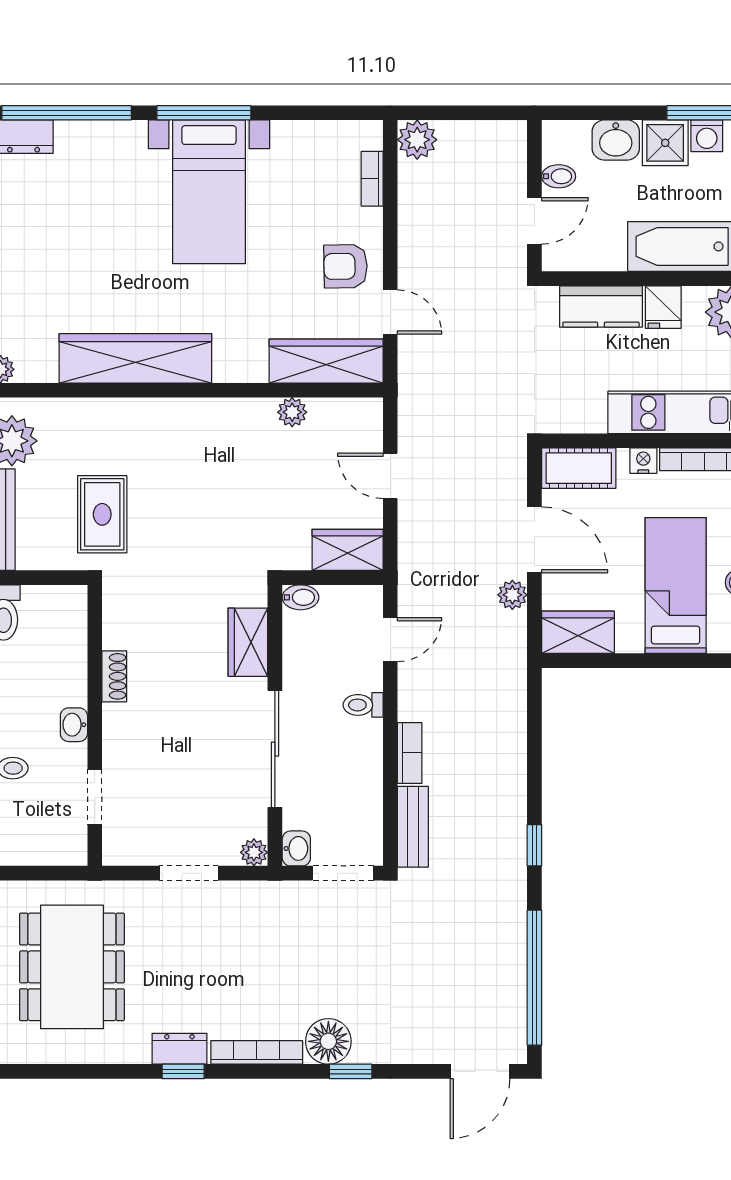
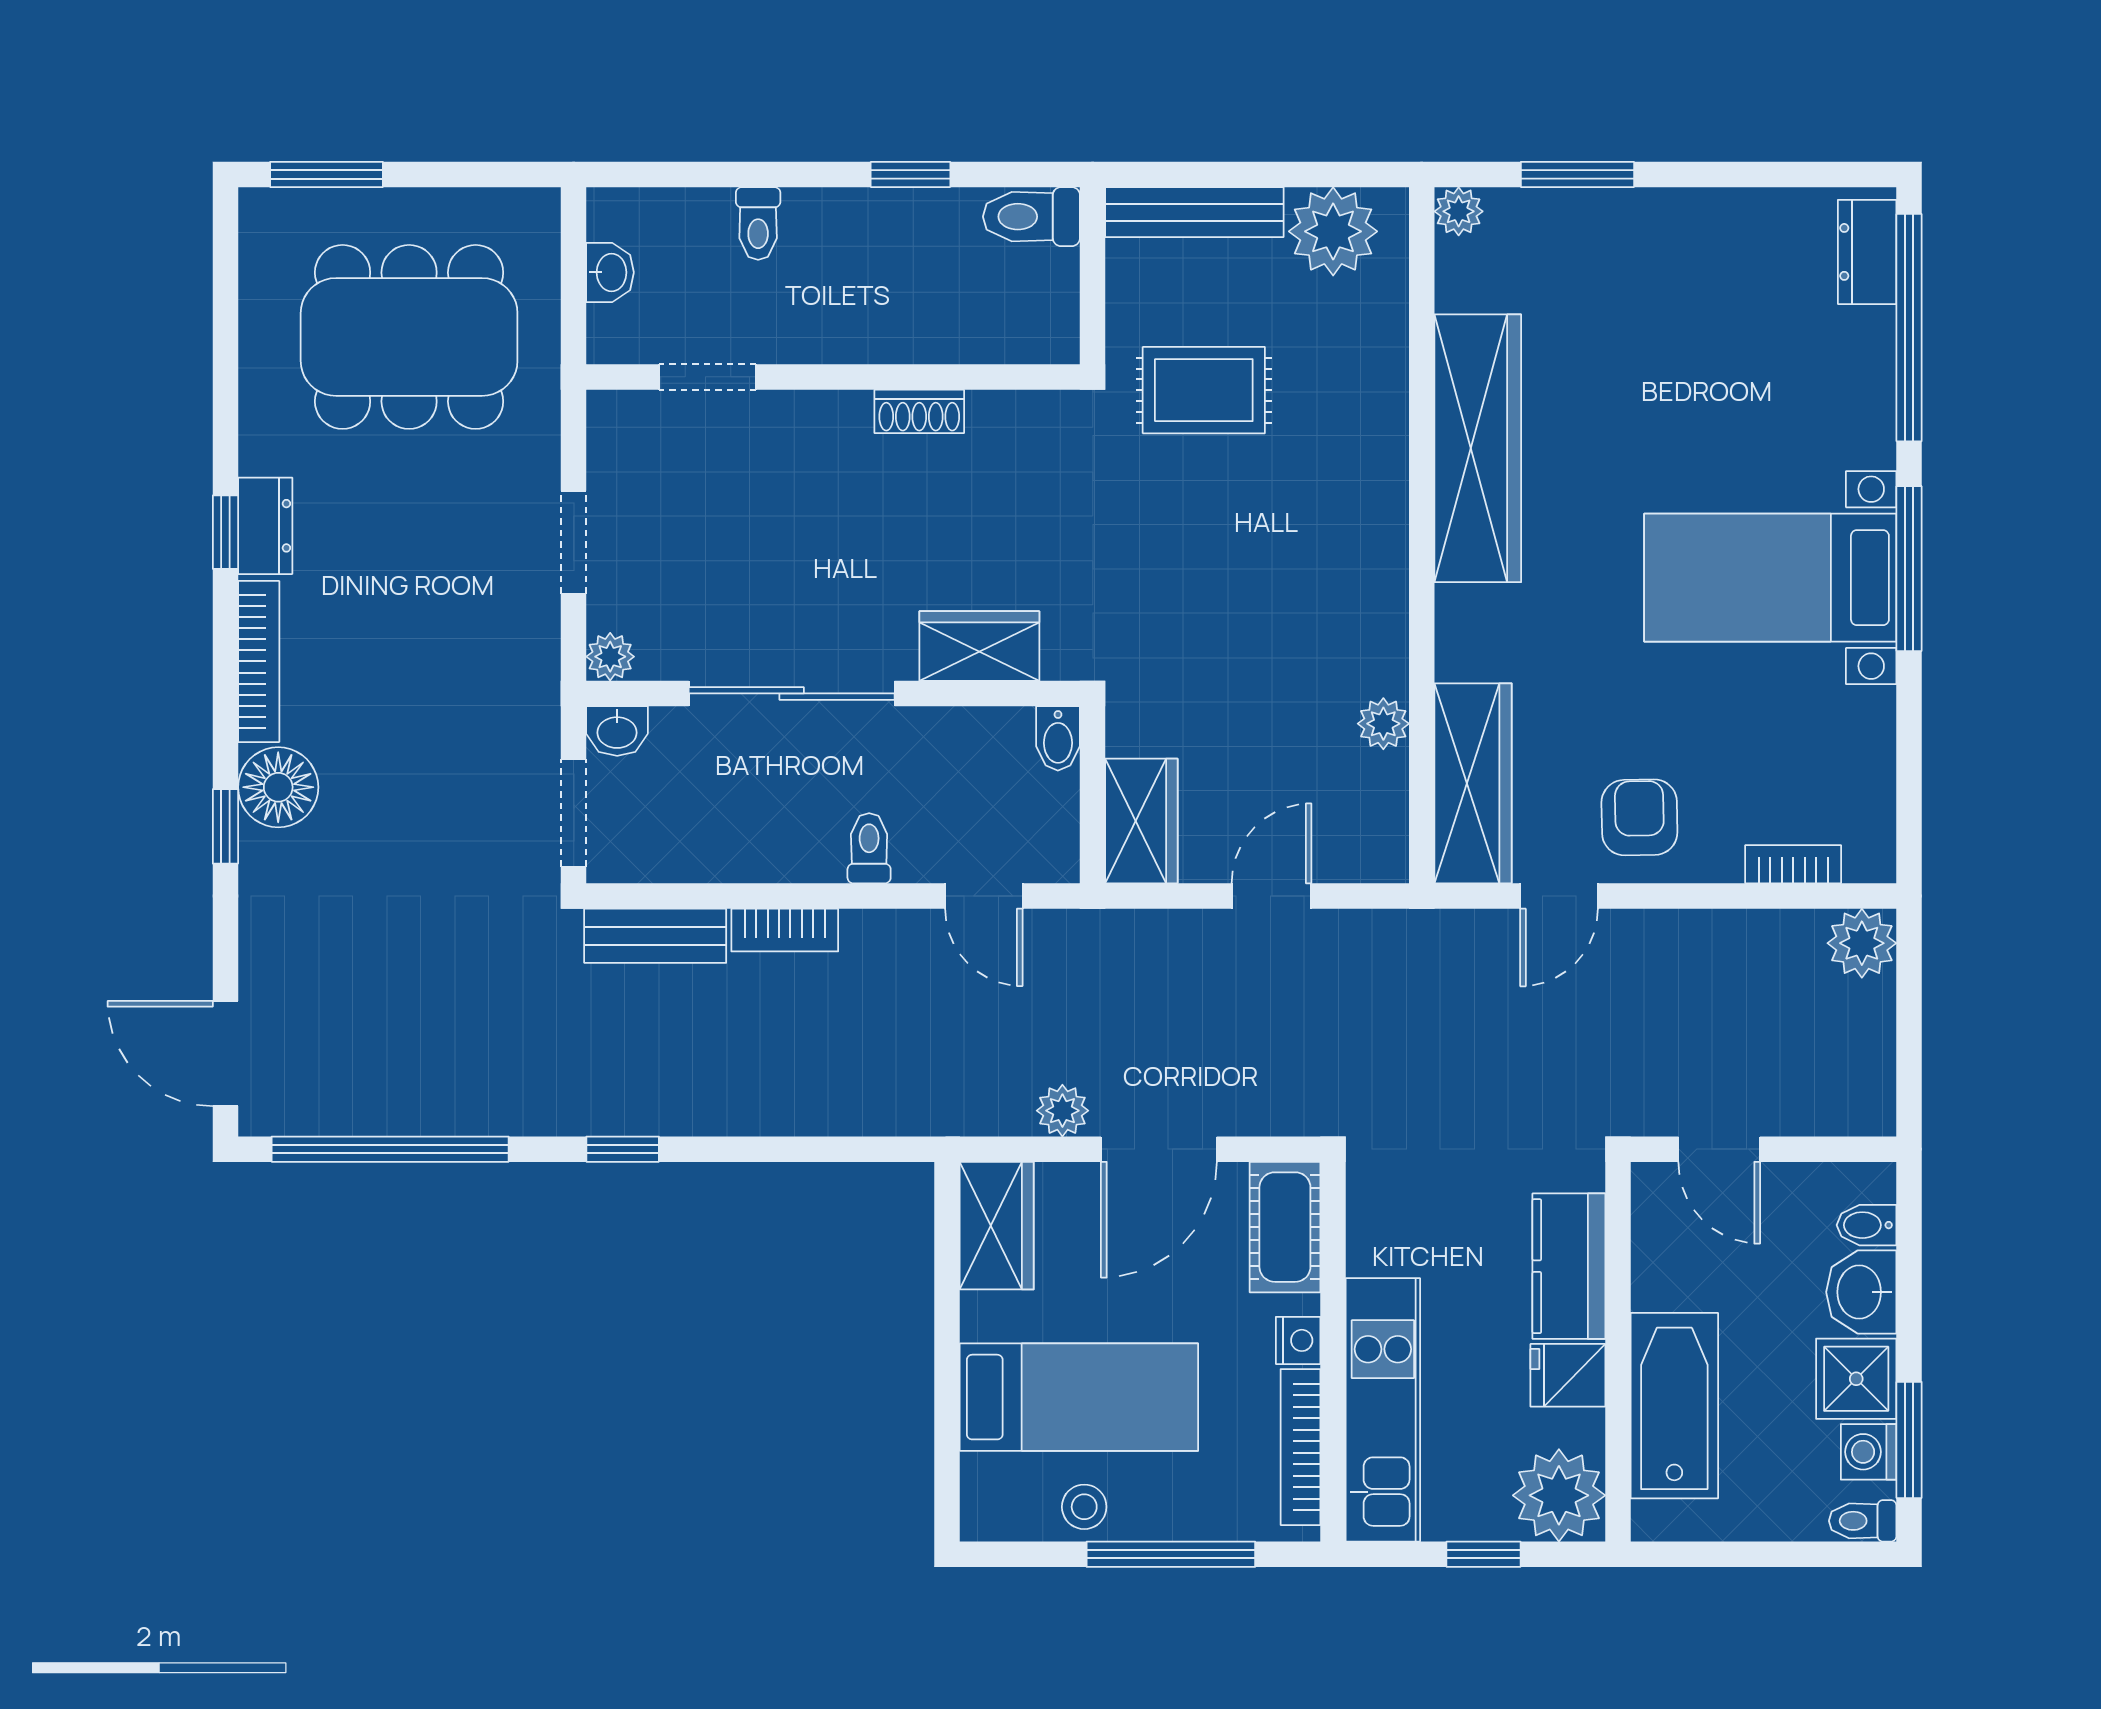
bidet: (559, 176) -> (1867, 1225), moved, turned 90
washbasin: (74, 725) -> (610, 272), moved, turned 90

